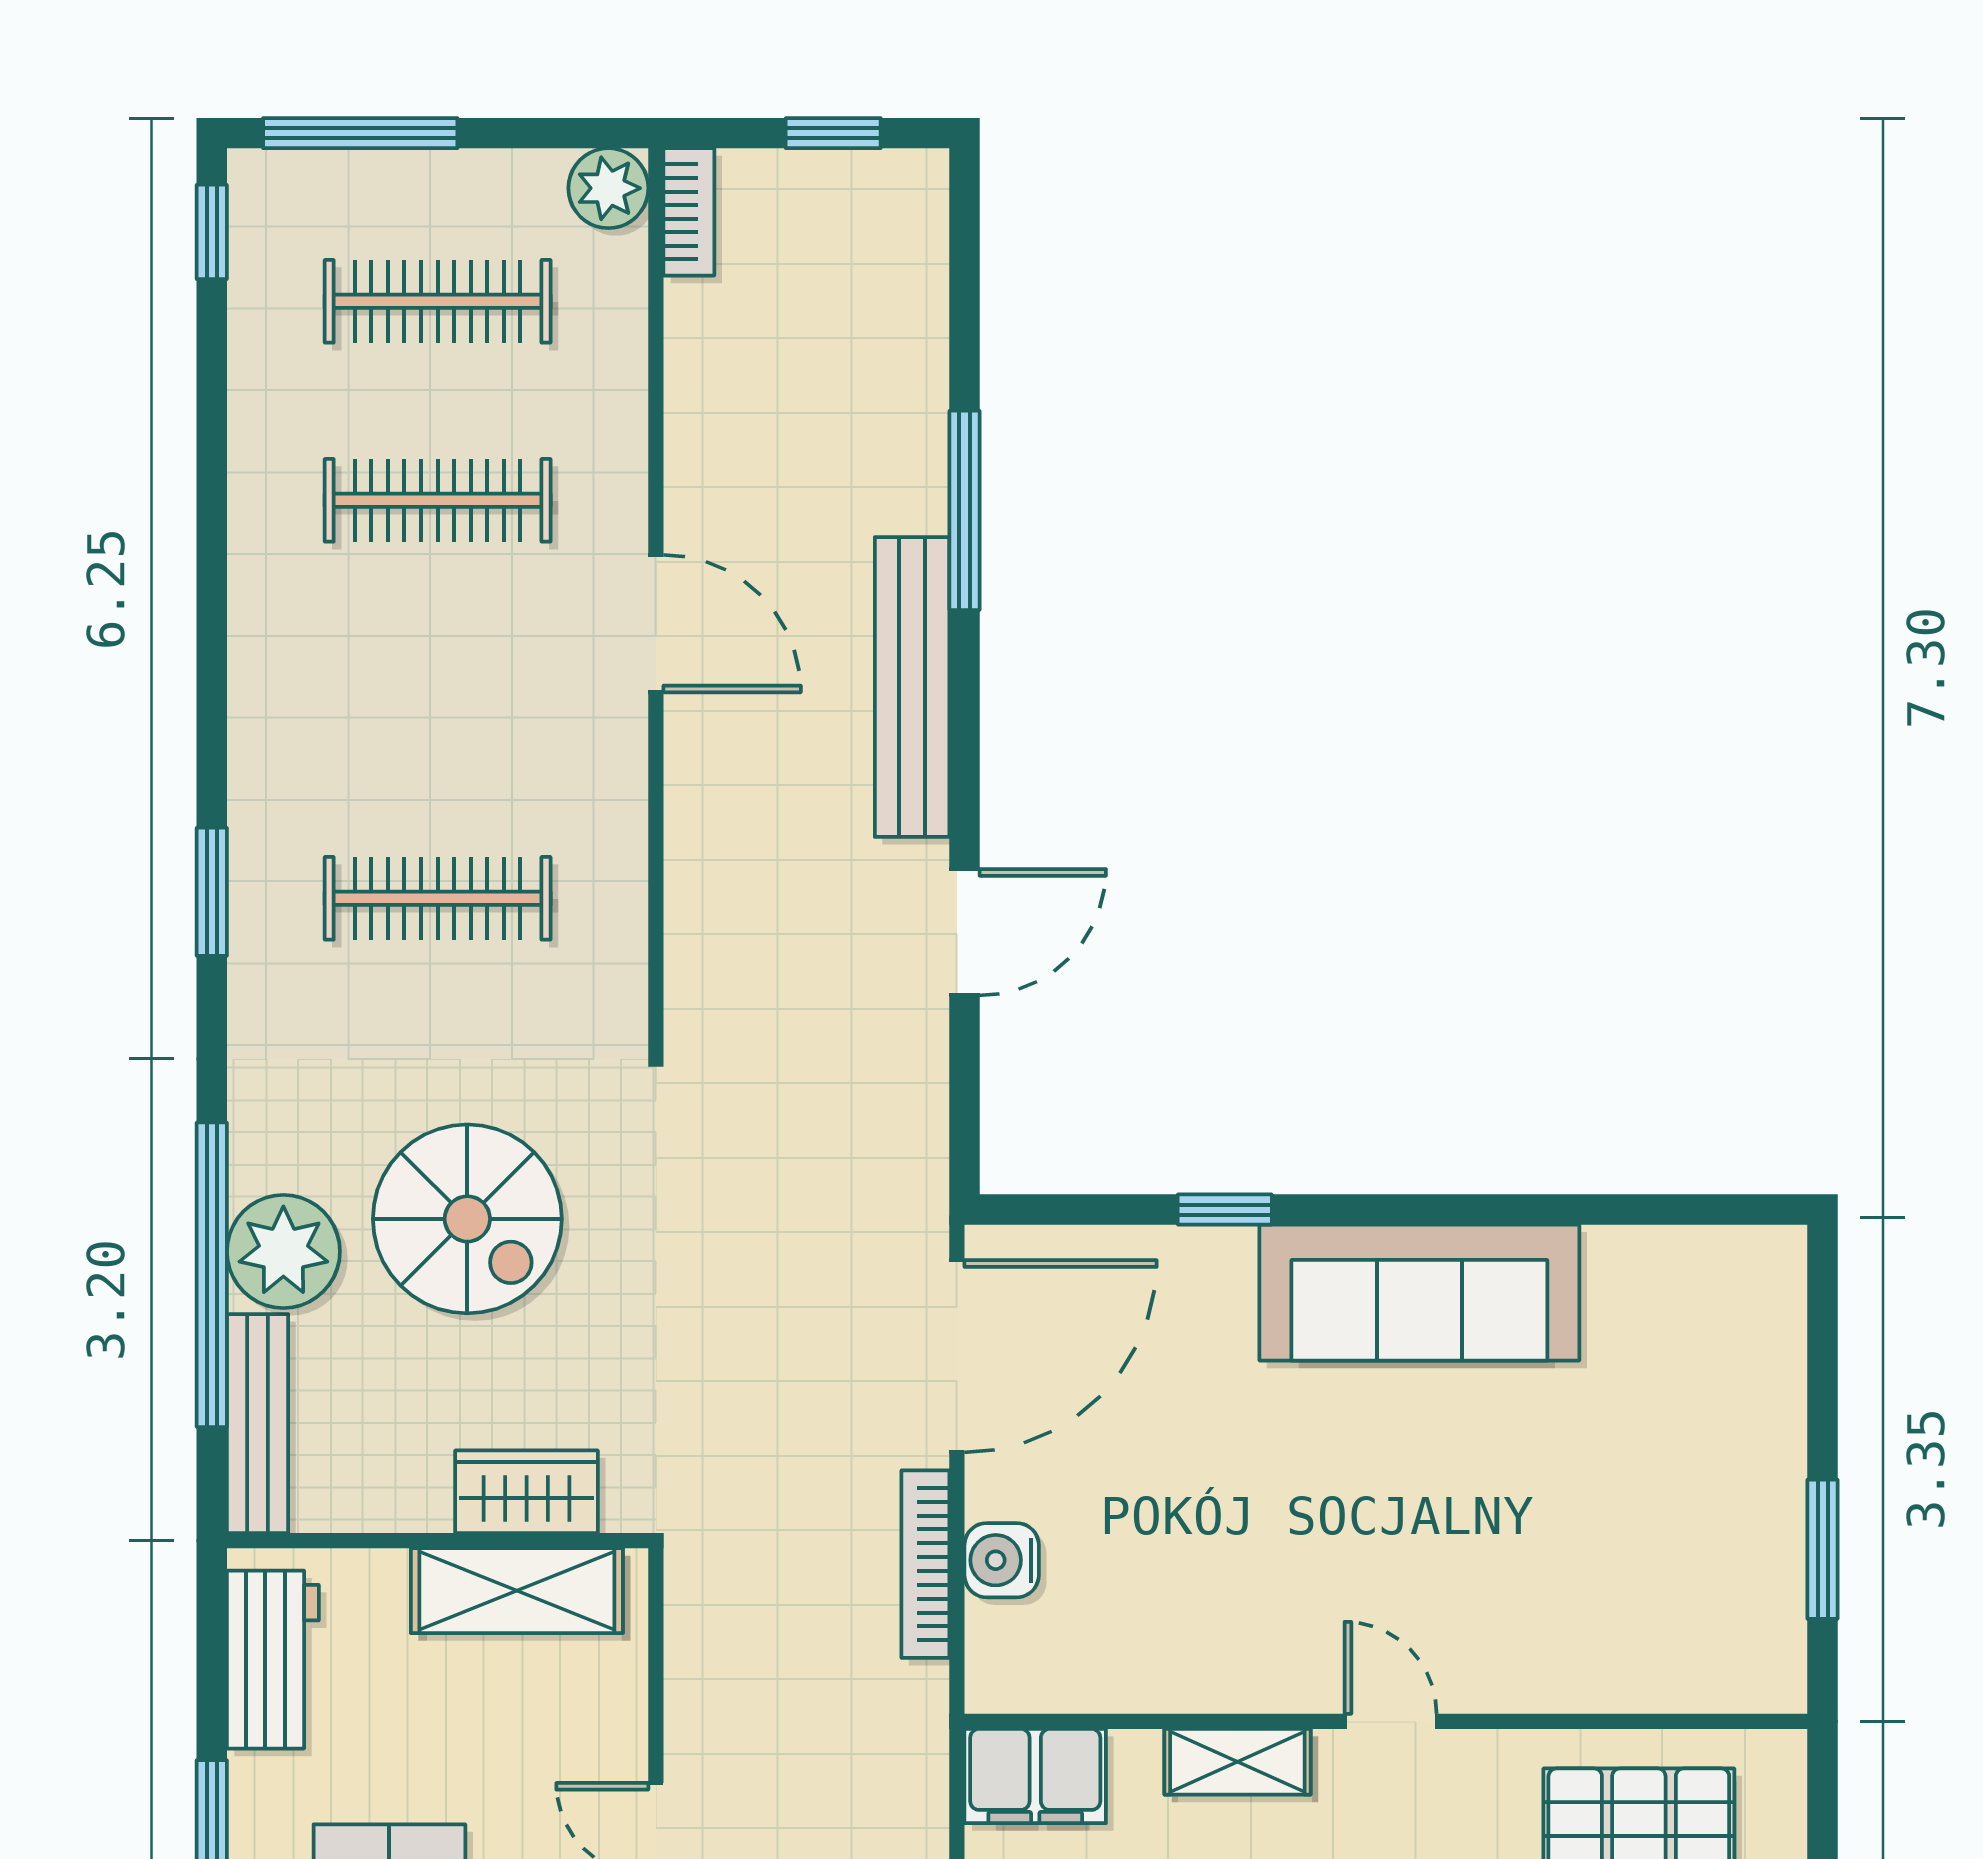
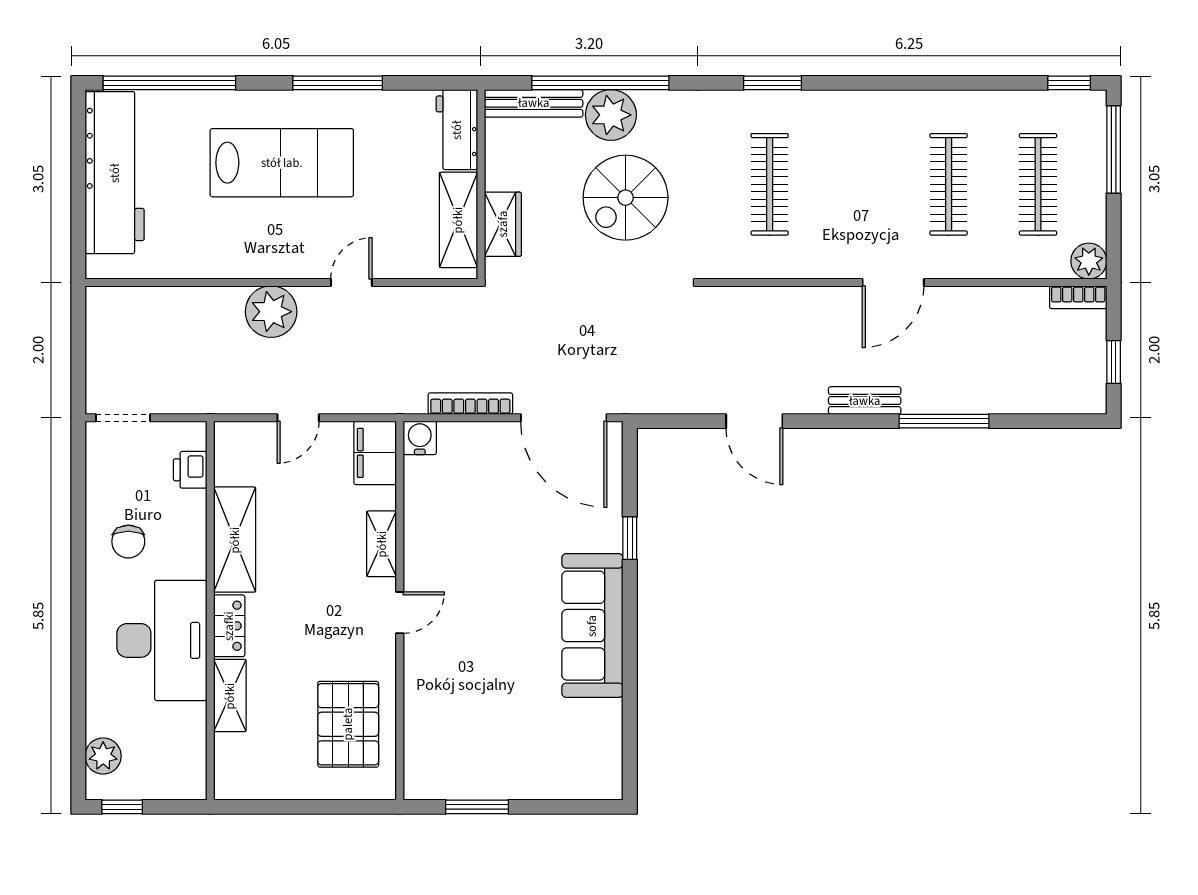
bench: (912, 687) -> (865, 401), width x0.54, depth x0.82
water cooler: (1002, 1560) -> (420, 438), moved
workbench: (273, 1660) -> (457, 130), moved, turned 90

